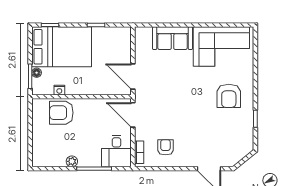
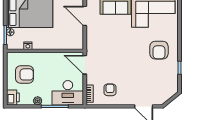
door: (133, 76) -> (85, 16), moved
armchair: (61, 113) -> (25, 74), moved, turned 180
desk: (116, 151) -> (68, 93), width x1.37
printer: (40, 157) -> (13, 97), added

